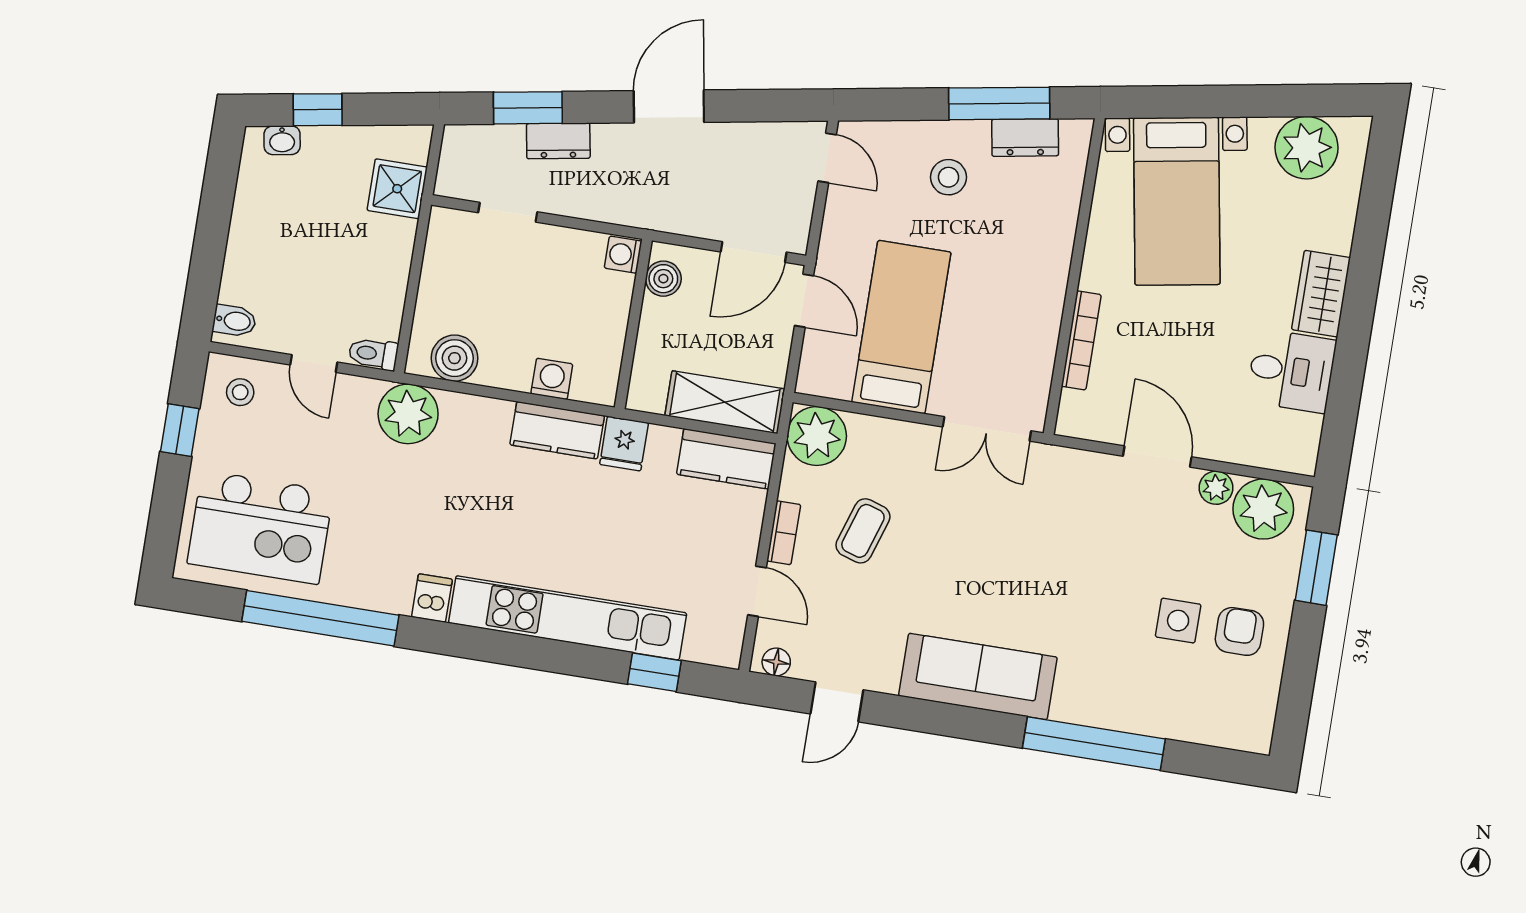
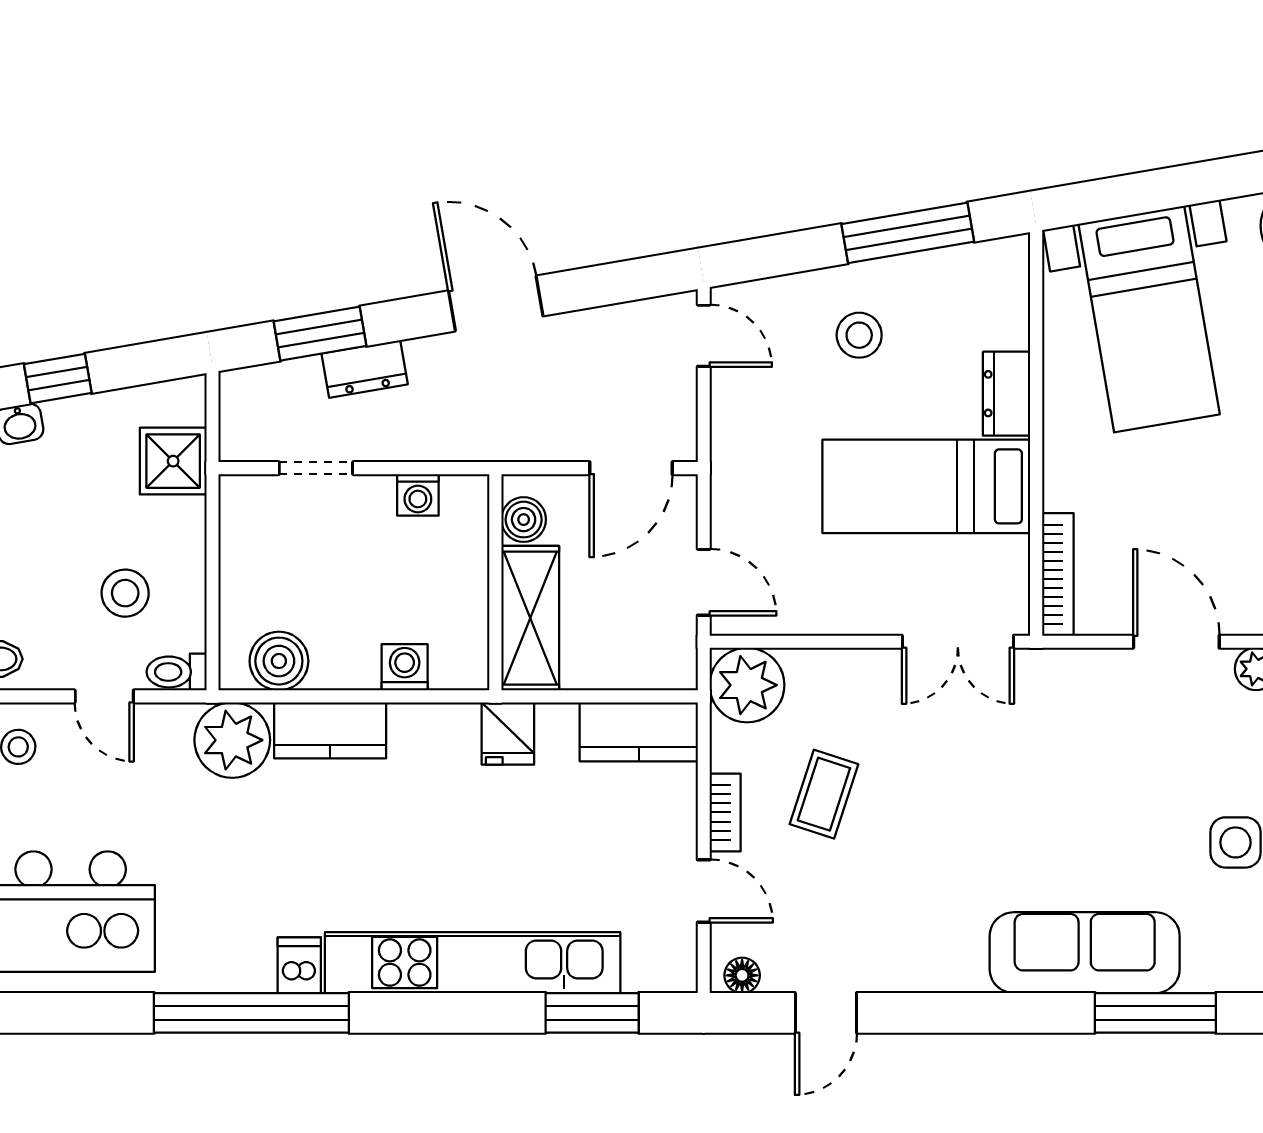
door: (669, 106) -> (496, 303), hinge flipped
dresser: (1025, 138) -> (1007, 394), moved, turned 100
washing machine: (623, 255) -> (418, 495), moved, turned -90
stool: (343, 286) -> (125, 593), added
door: (804, 301) -> (704, 582), moved
bed: (901, 327) -> (926, 486), moved, turned -90
bookcase: (1081, 340) -> (1058, 574), moved
shelving: (725, 402) -> (530, 618), moved, turned 90
kitchen counter: (557, 430) -> (330, 730), moved
window: (320, 618) -> (251, 1013), moved
window: (654, 672) -> (592, 1013), width x1.50
sofa: (978, 676) -> (1085, 953), moved
window: (1094, 743) -> (1155, 1013), width x0.68

